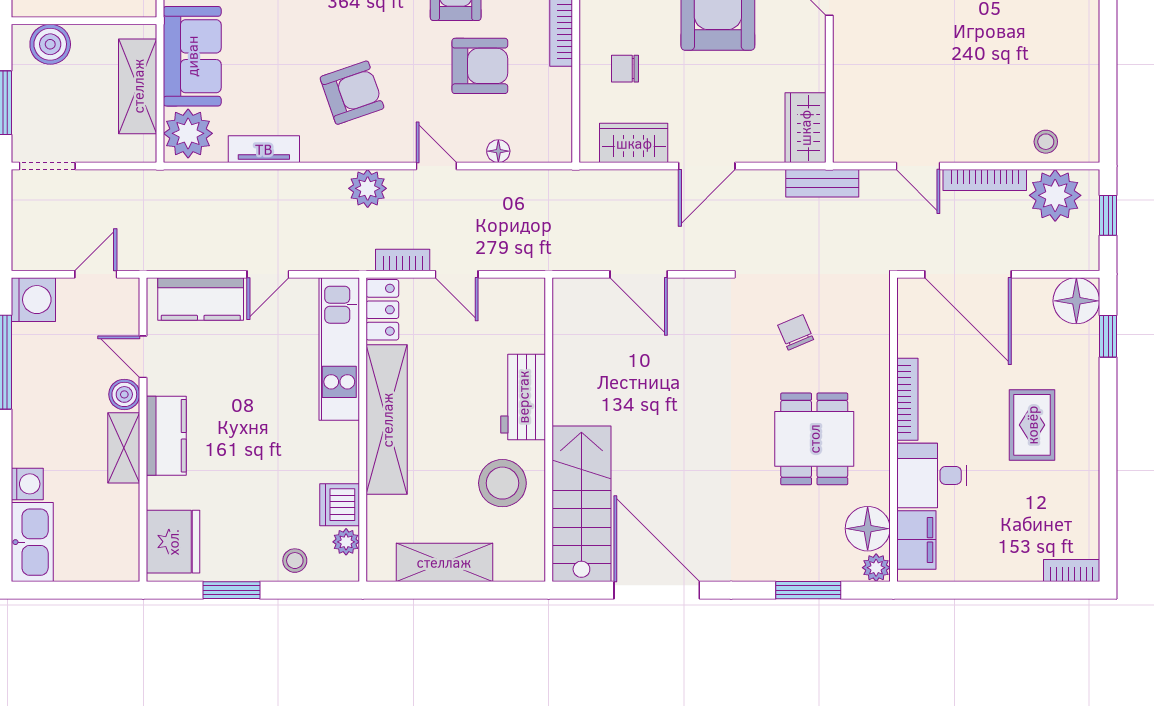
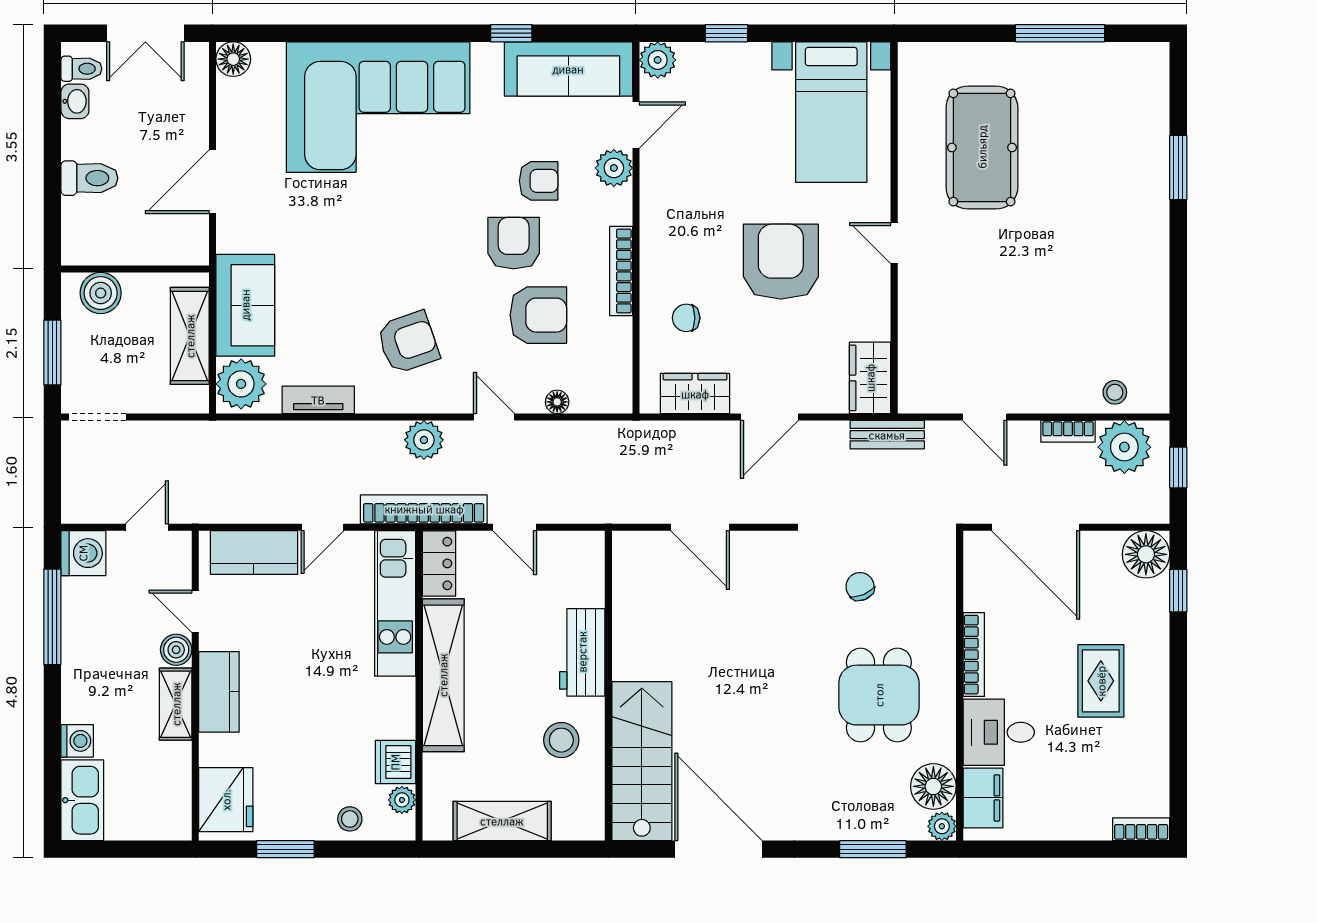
bookcase: (985, 180) -> (1068, 431), width x0.64
bookcase: (403, 260) -> (424, 509), width x2.31, depth x1.31
stool: (502, 483) -> (561, 740), width x0.73, depth x0.73

